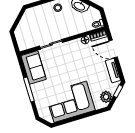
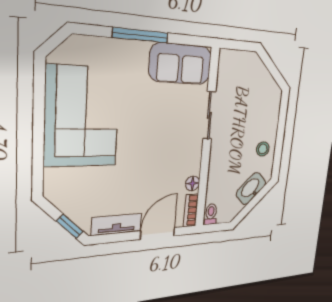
plant: (106, 97) -> (66, 198), removed

